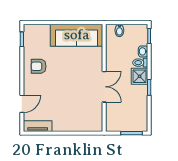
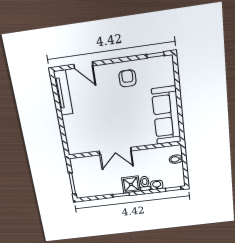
tv unit: (38, 126) -> (63, 93), width x1.41

